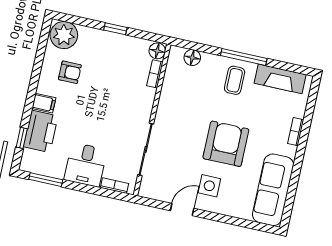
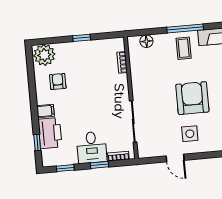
floor lamp: (157, 51) -> (118, 45), removed
armchair: (70, 72) -> (58, 82), turned -90
window: (46, 180) -> (65, 168), width x0.67
window: (88, 189) -> (99, 165), added
door: (182, 210) -> (175, 158), swing flipped

